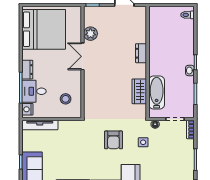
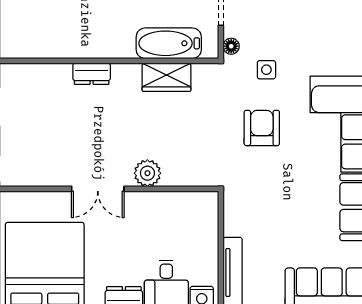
plant: (90, 34) -> (147, 173), moved
stool: (66, 99) -> (181, 222), removed
armchair: (113, 140) -> (262, 128), turned -90

